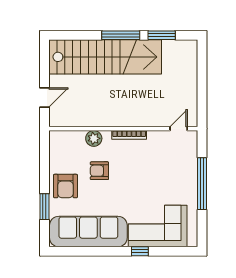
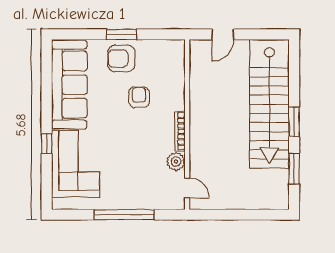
window: (121, 35) -> (294, 122), width x0.69
door: (44, 98) -> (223, 34), hinge flipped
plant: (94, 138) -> (176, 162), moved
window: (44, 207) -> (122, 34), moved

